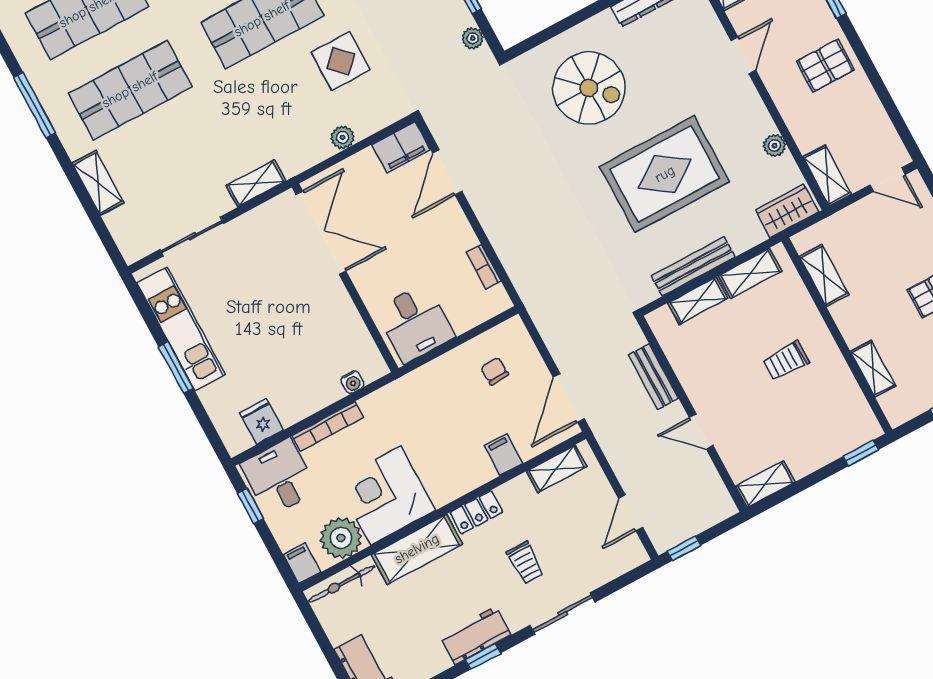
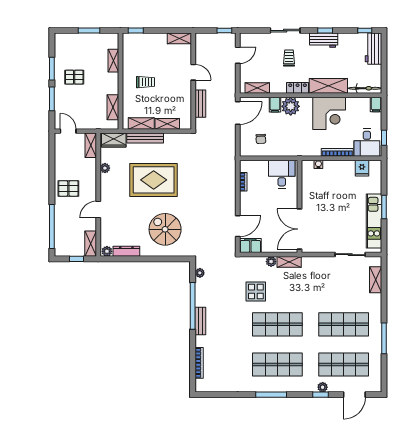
shelving: (98, 183) -> (376, 280), moved
shelving: (256, 183) -> (289, 262), moved
bench: (693, 266) -> (145, 138), moved
plant: (341, 538) -> (291, 106), moved

